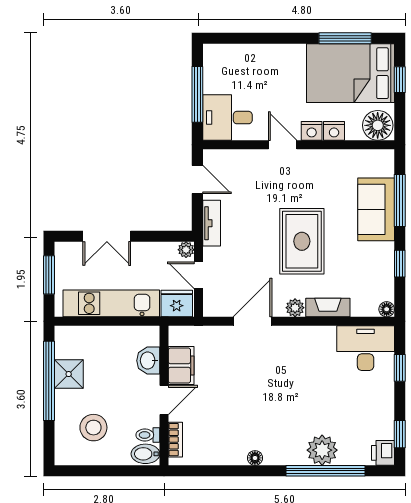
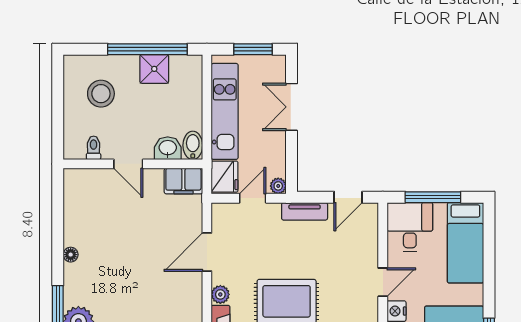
bed: (243, 62) -> (465, 243), added
door: (252, 321) -> (207, 252), swing flipped
filing cabinet: (181, 366) -> (183, 181), moved
bookcase: (175, 440) -> (89, 175), removed
bidet: (145, 454) -> (193, 145), moved

